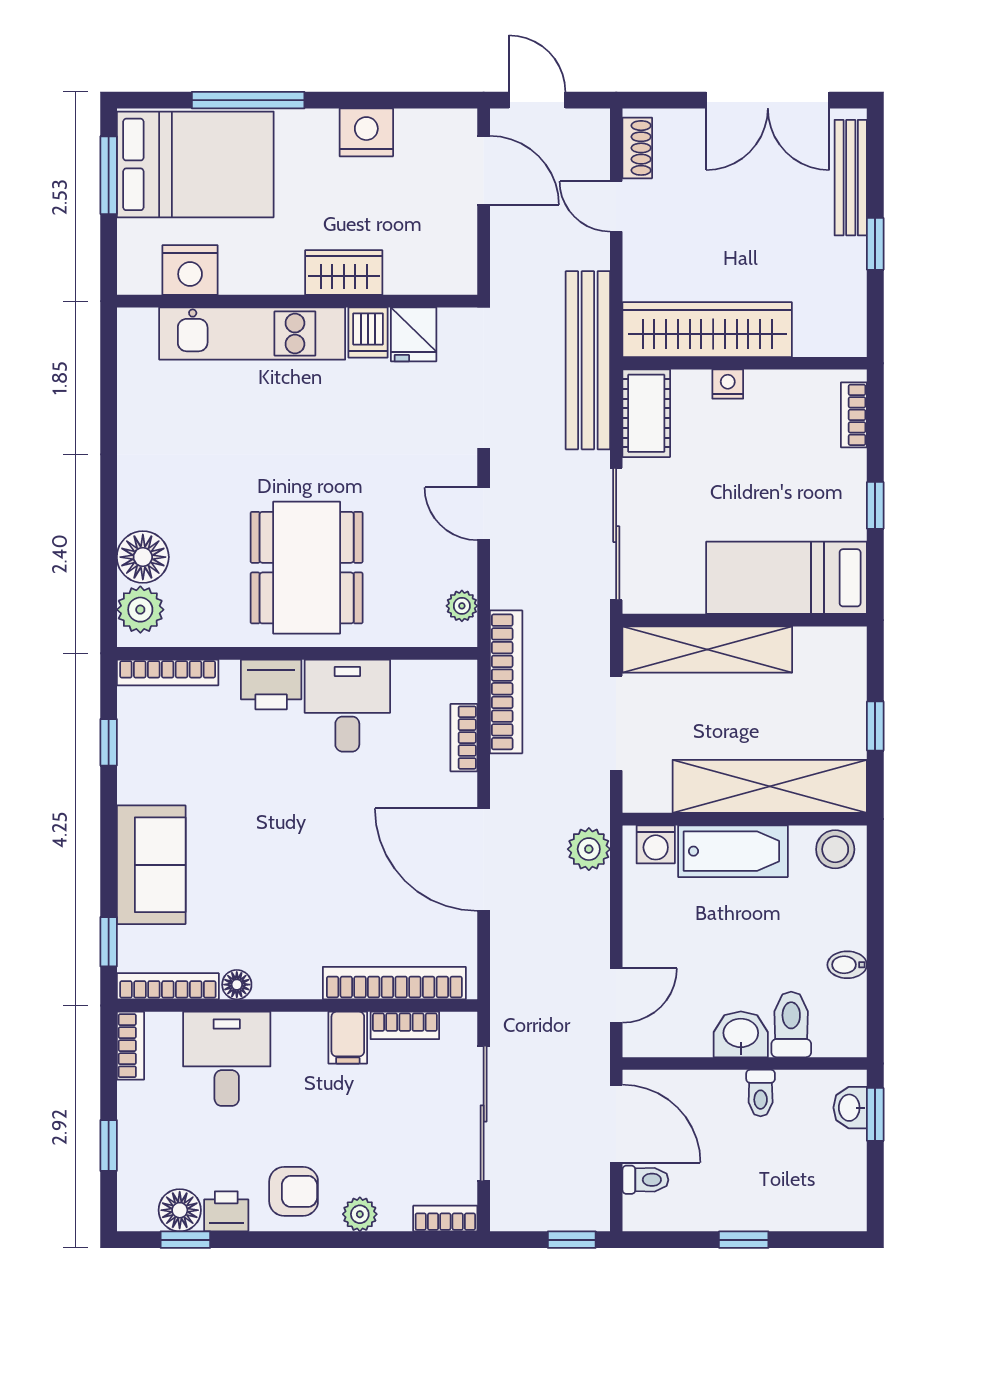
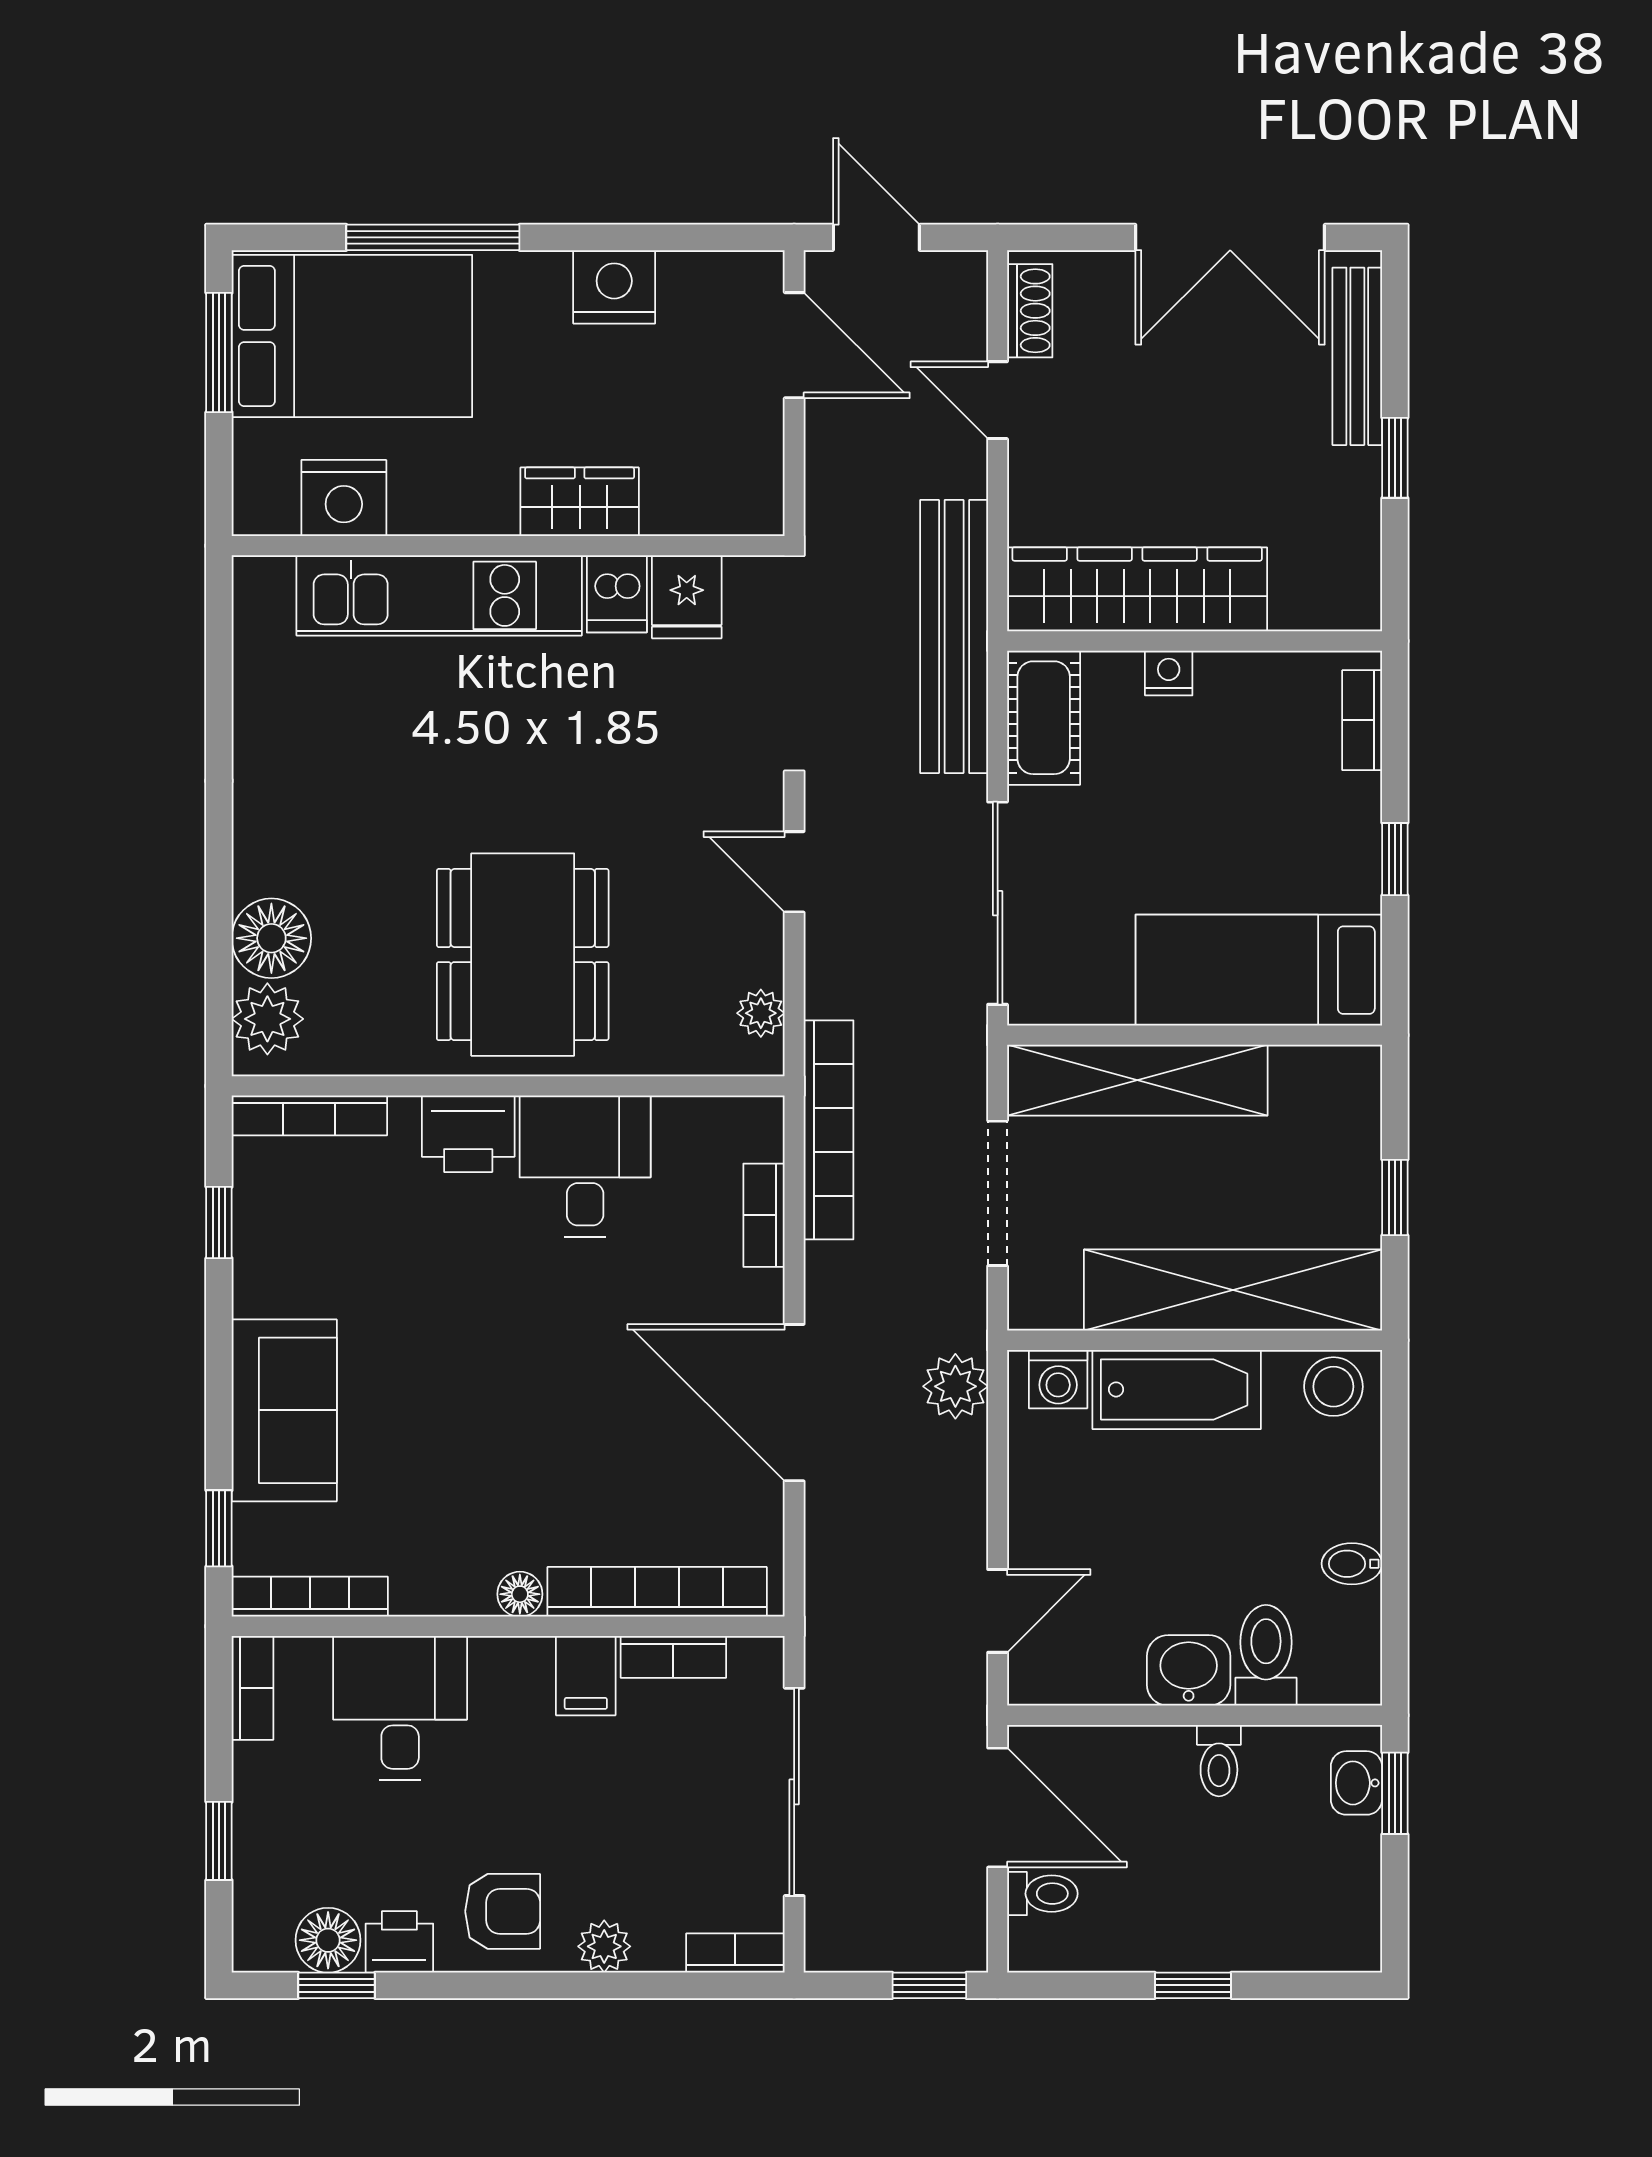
floor lamp: (237, 985) -> (520, 1594), moved

